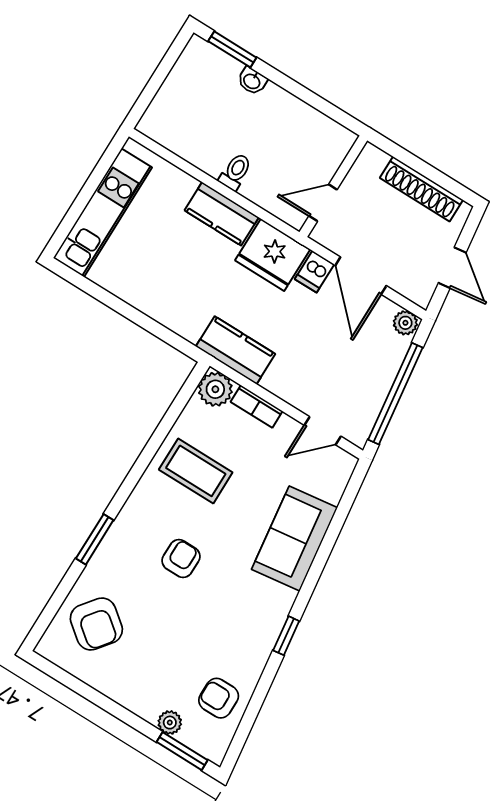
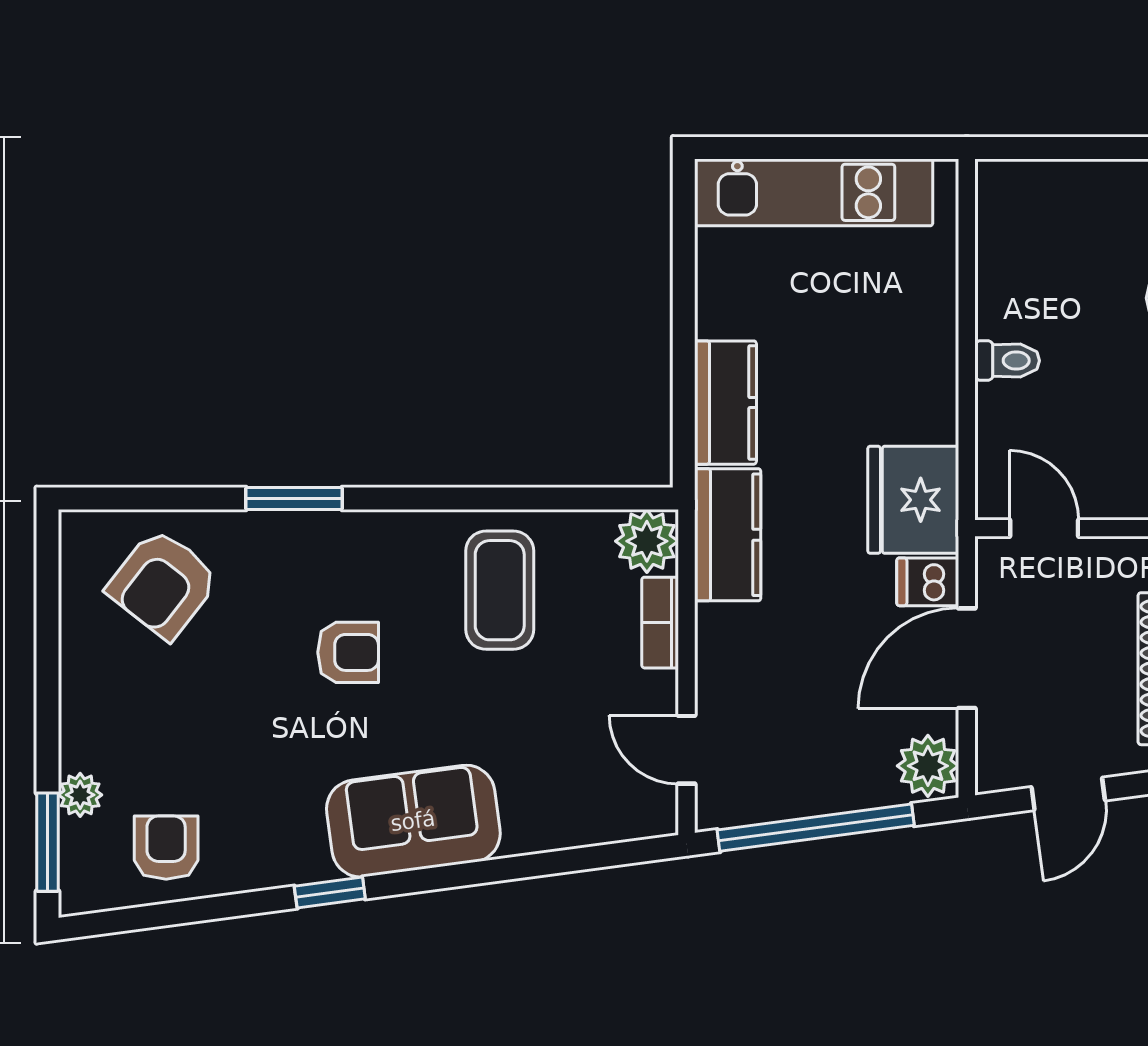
kitchen counter: (222, 214) -> (725, 403), moved, turned 180
plant: (405, 323) -> (928, 766), width x1.38, depth x1.38
sofa: (294, 539) -> (413, 821), moved

